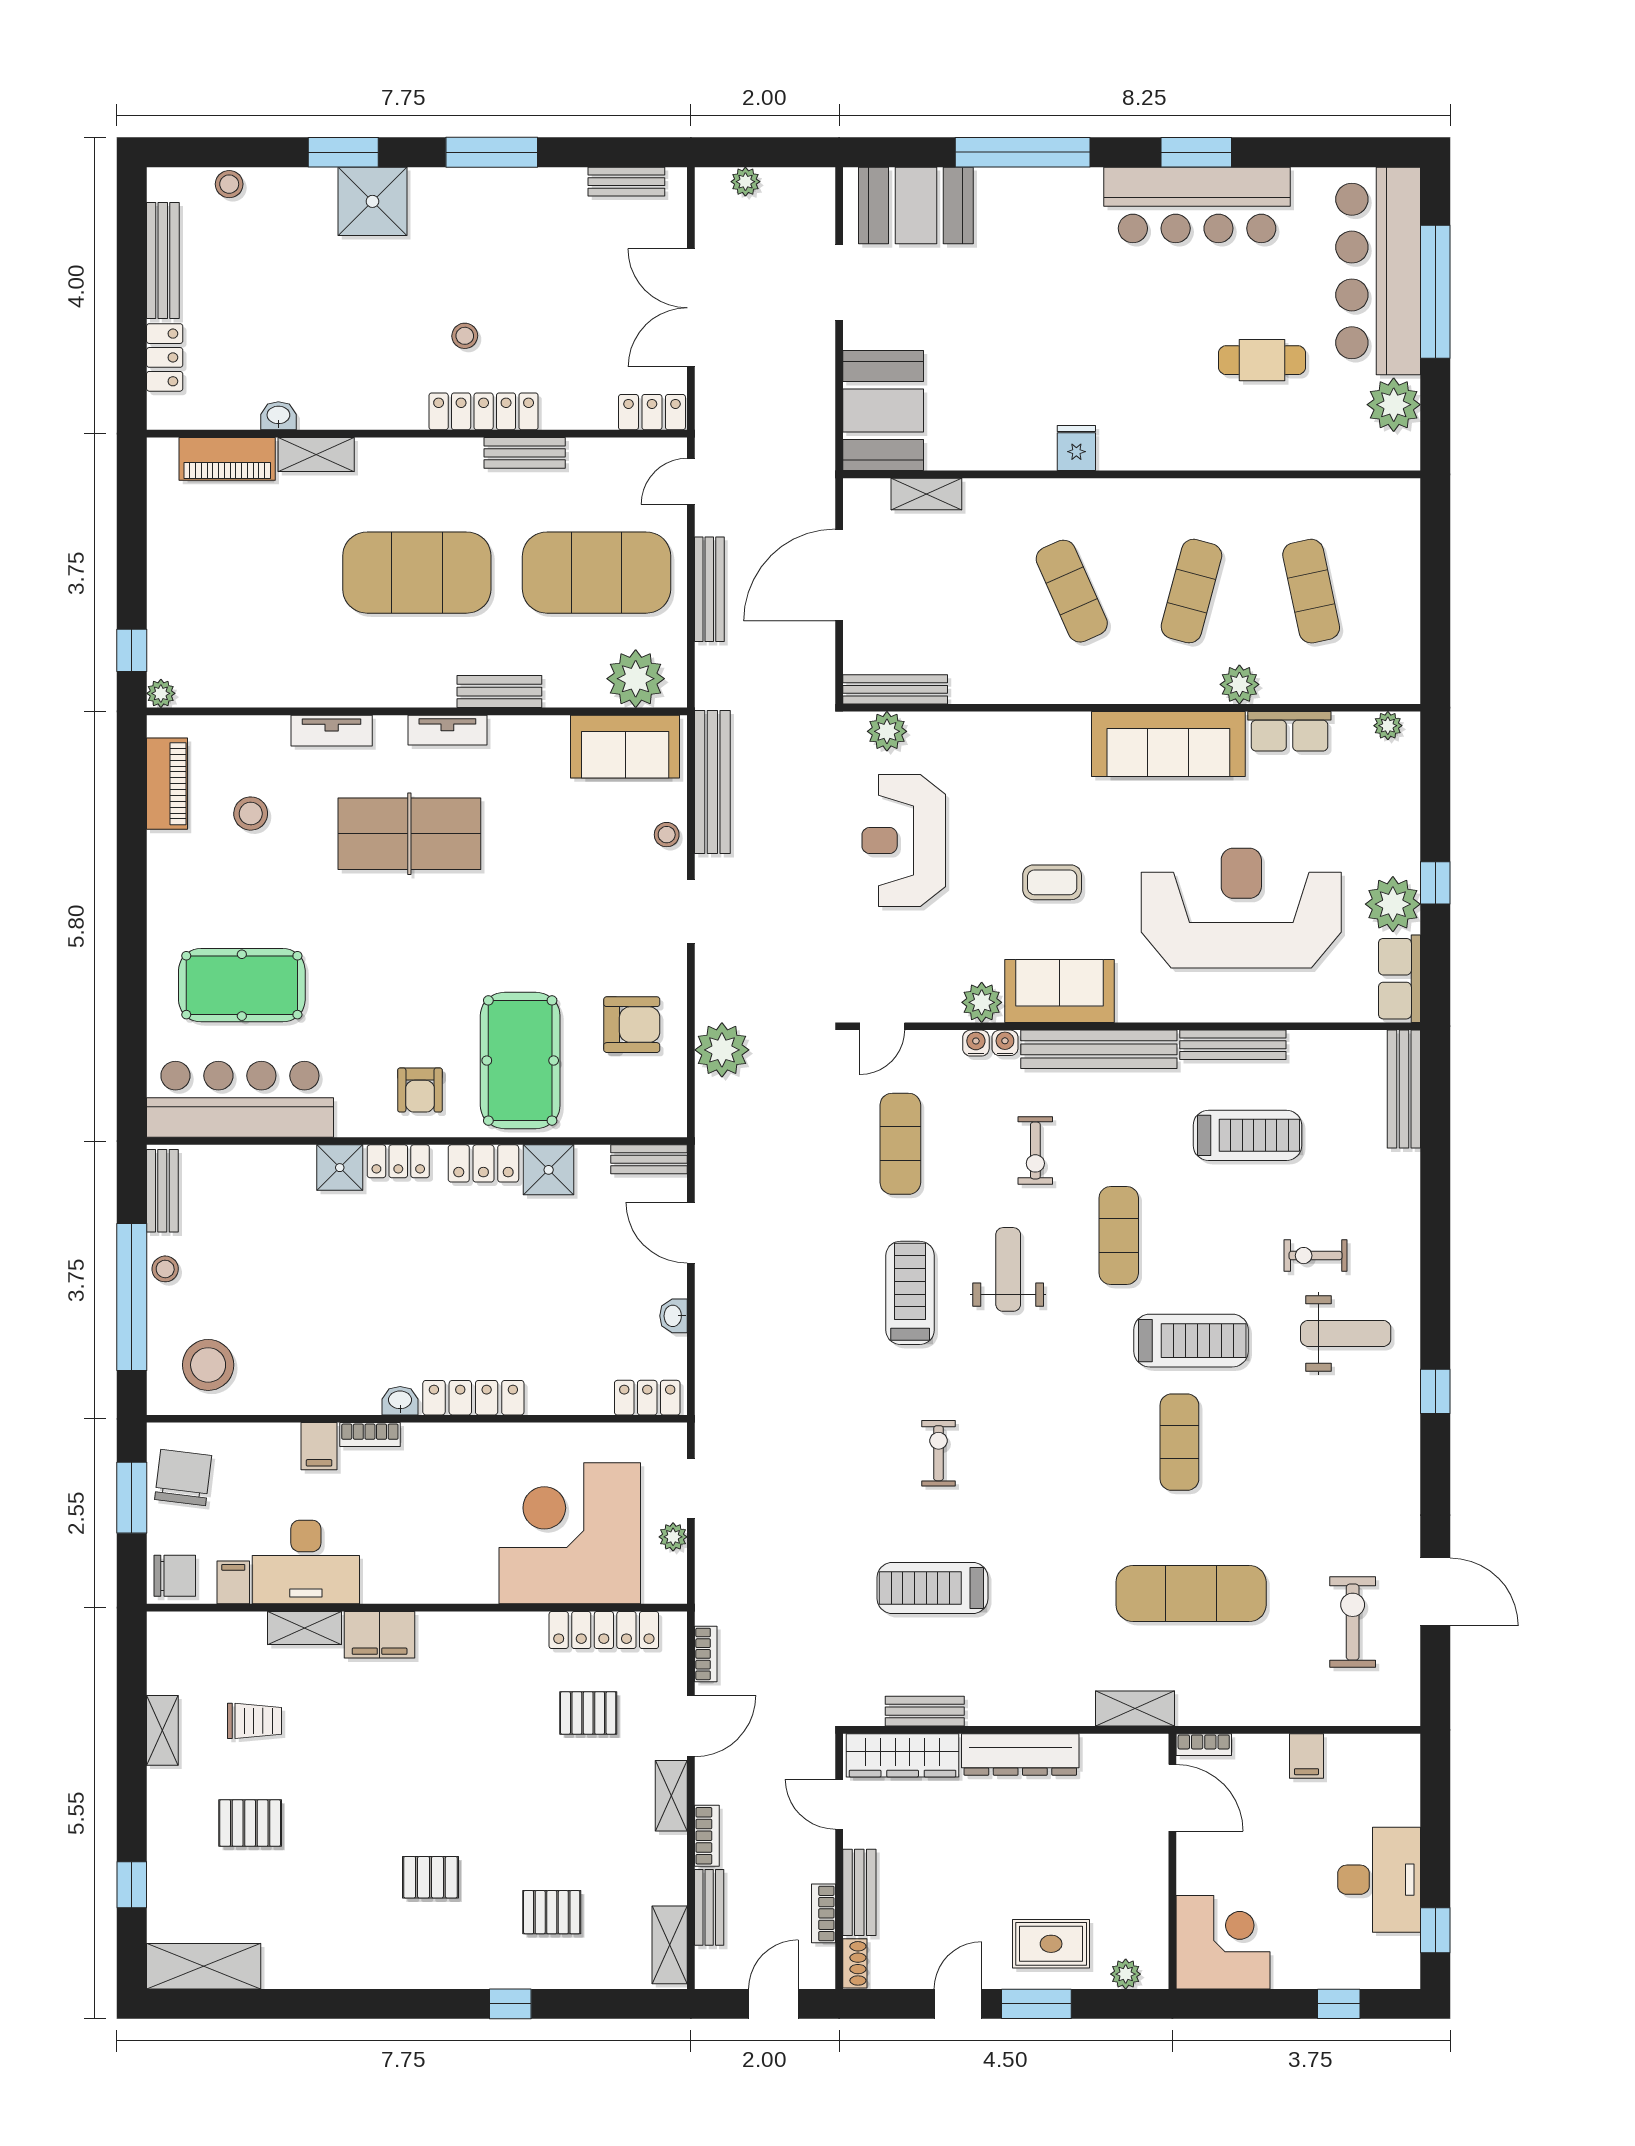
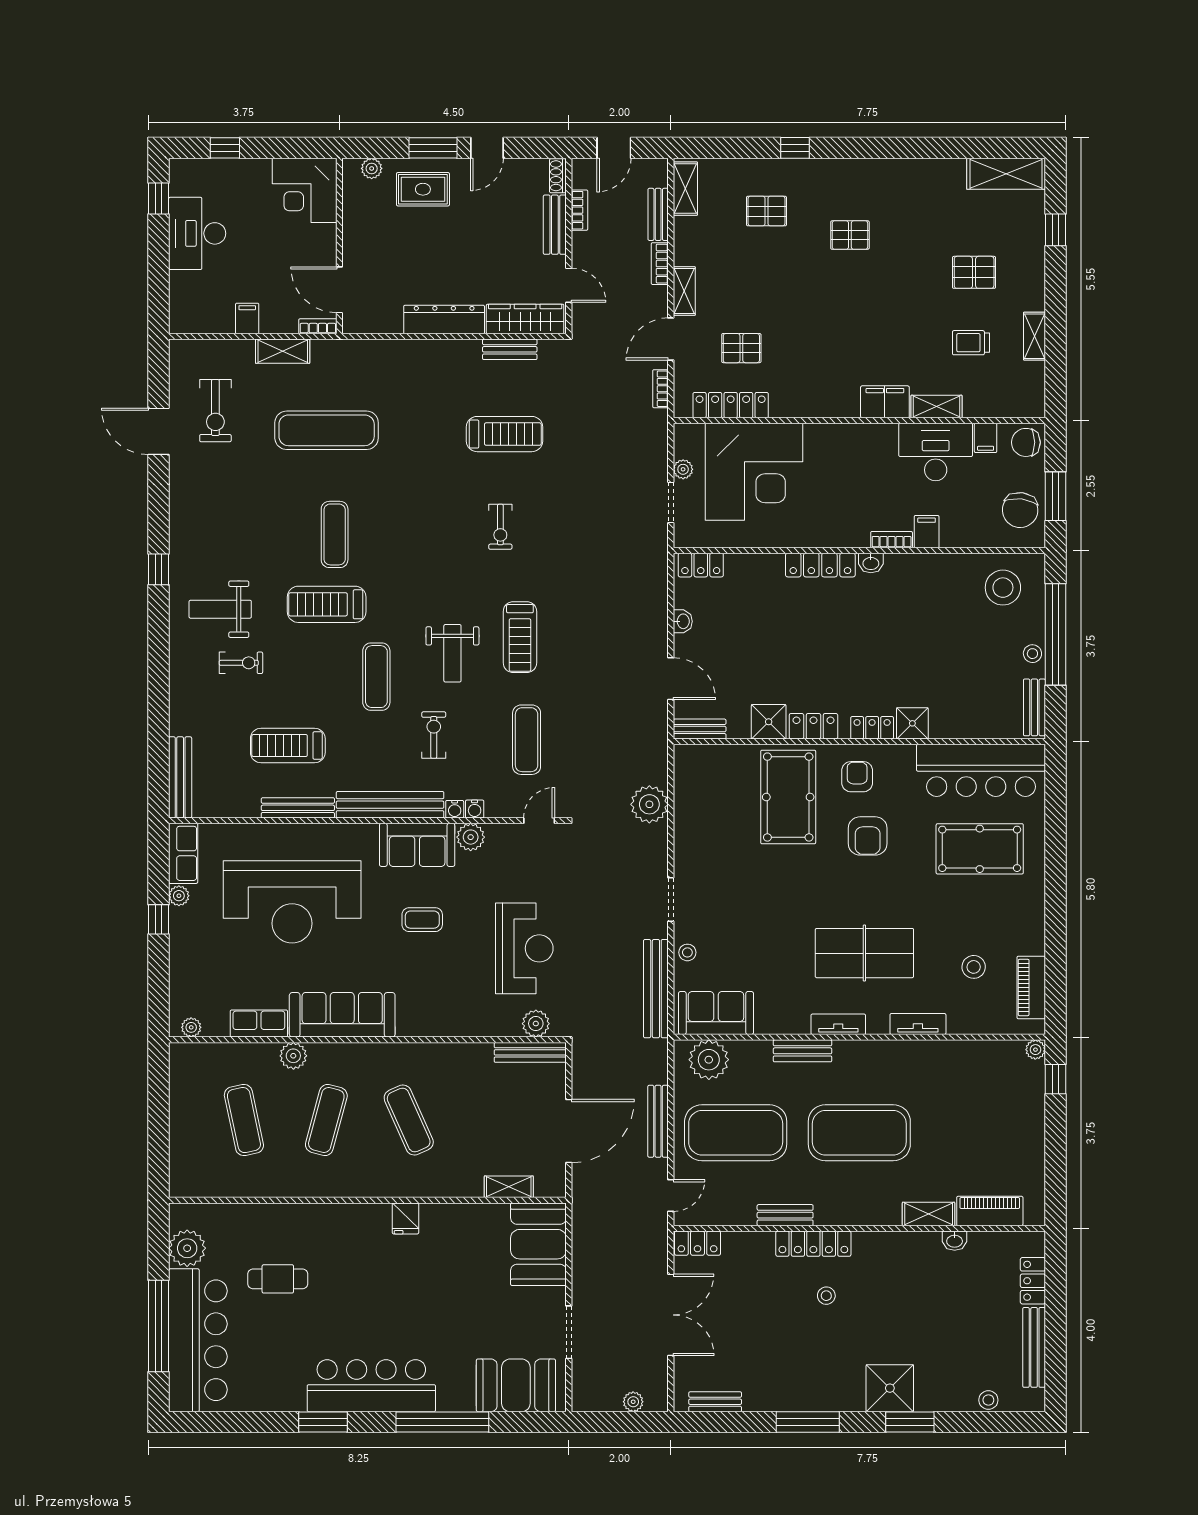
bar counter: (1197, 205) -> (371, 1386), moved
plant: (1393, 904) -> (179, 896), width x0.53, depth x0.53
armchair: (632, 1025) -> (868, 836), moved, turned -90
shelving: (1135, 1708) -> (283, 351), moved

